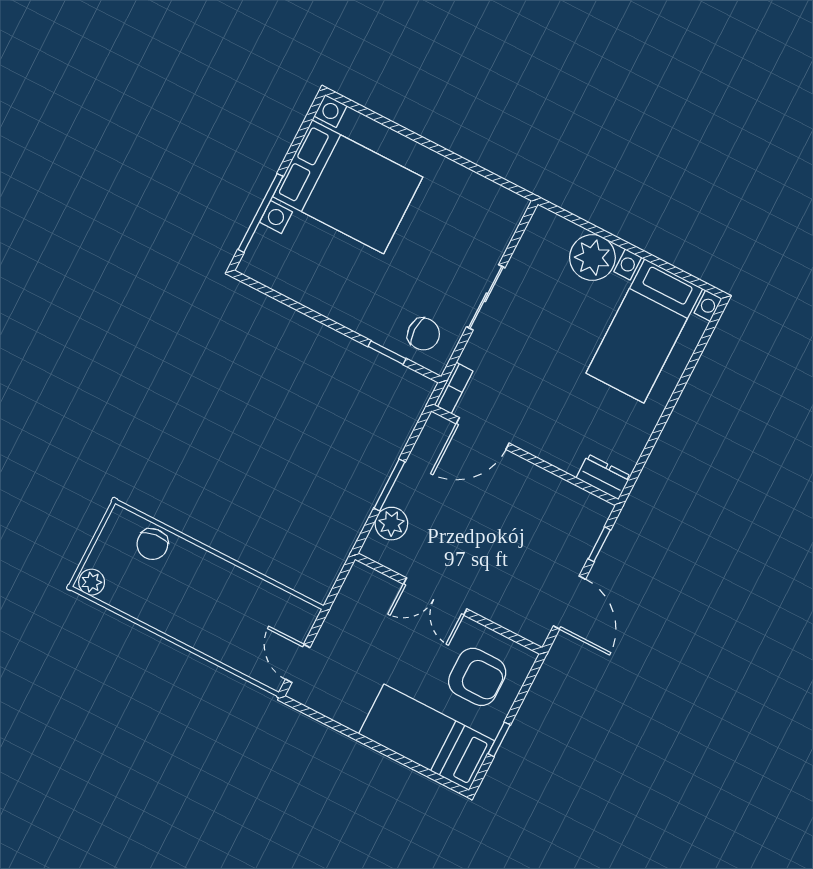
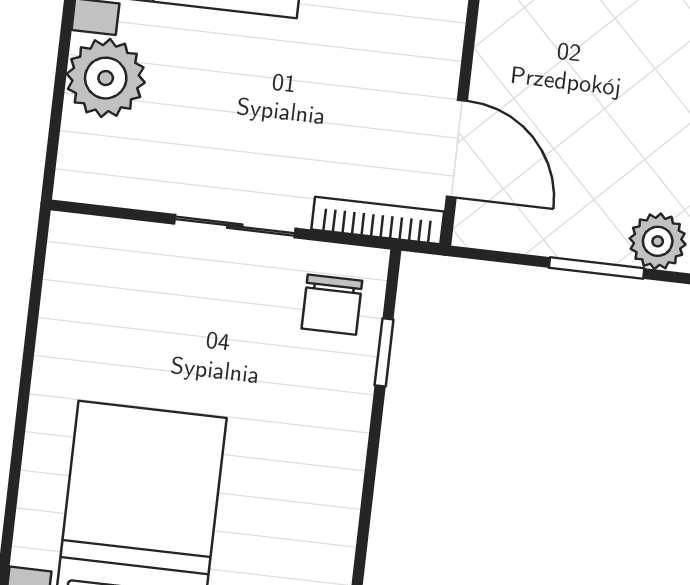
chair: (424, 334) -> (332, 305), turned 180
bookcase: (454, 388) -> (378, 220), width x1.56

